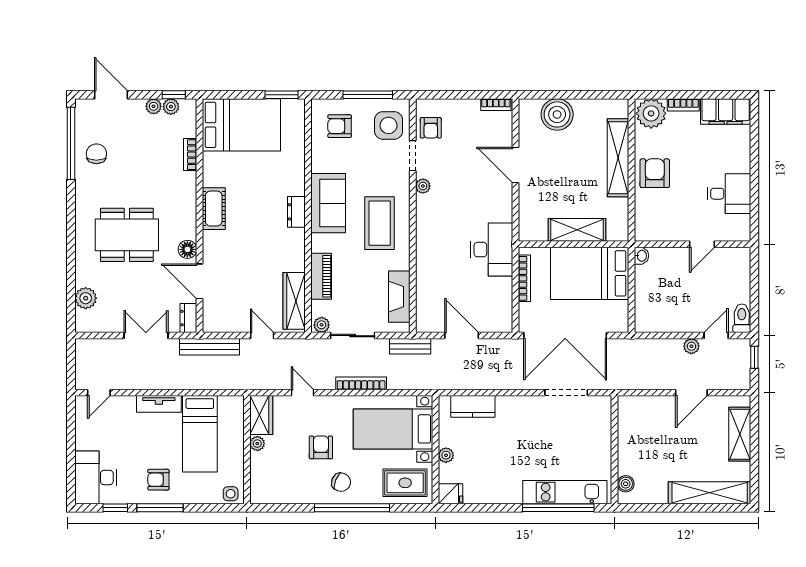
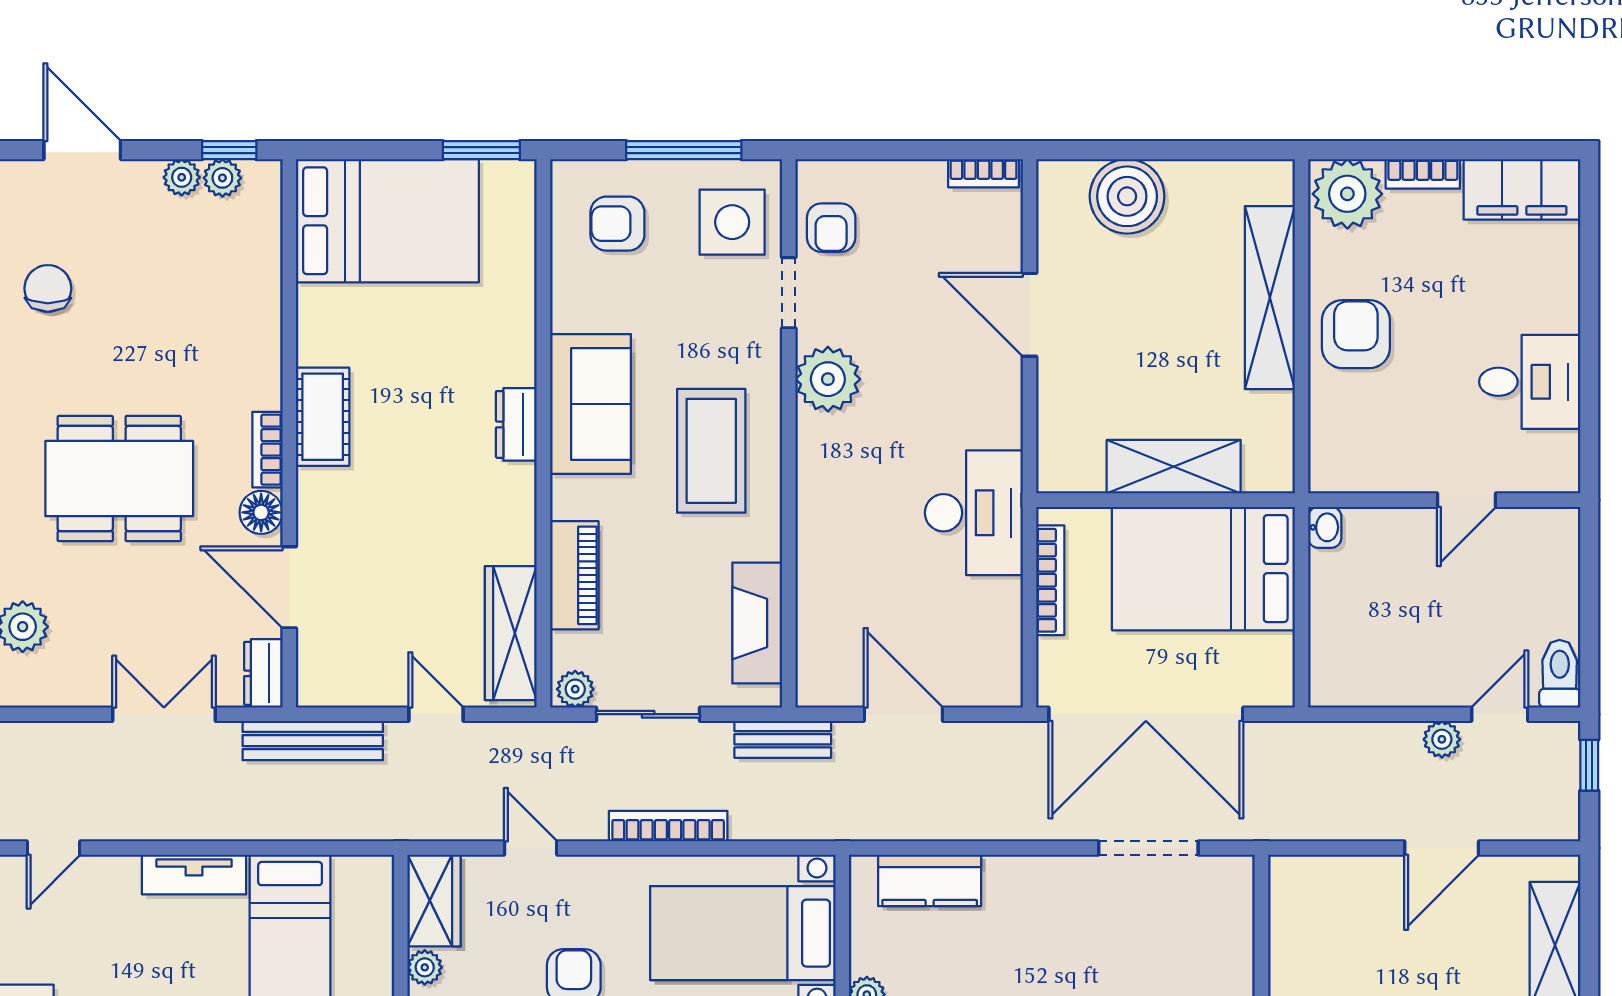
bookcase: (190, 155) -> (267, 450), moved
plant: (423, 186) -> (828, 379), width x1.87, depth x1.87

